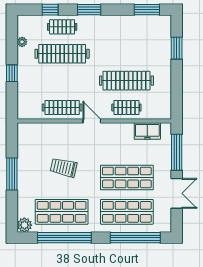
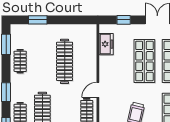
clothes rail: (126, 108) -> (20, 61), moved
window: (177, 152) -> (124, 20), width x0.46

